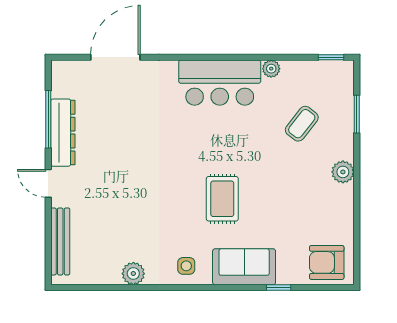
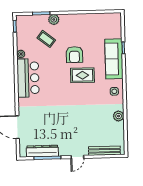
dresser: (63, 133) -> (42, 151), moved
plant: (343, 172) -> (54, 19), moved
armchair: (327, 262) -> (74, 55), moved
sofa: (244, 267) -> (114, 59), width x1.36

